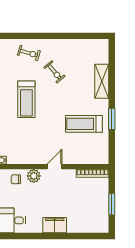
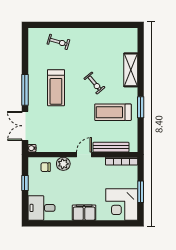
exercise bike: (54, 72) -> (94, 83), moved
bench: (82, 159) -> (111, 147), added
corner desk: (93, 217) -> (122, 204), added

